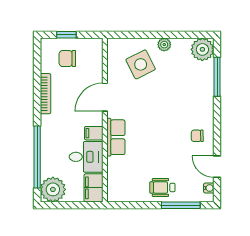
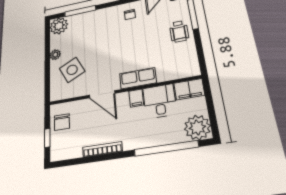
chair: (67, 59) -> (62, 122), moved

